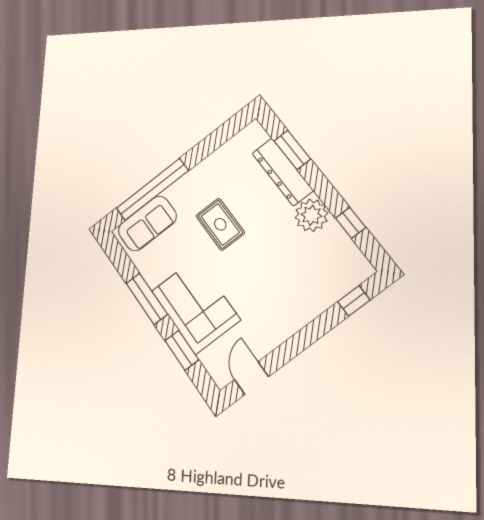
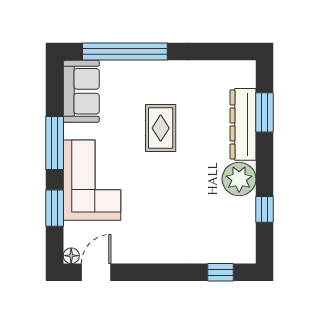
sofa: (147, 223) -> (81, 91), moved, turned -90
floor lamp: (222, 379) -> (71, 256), added

